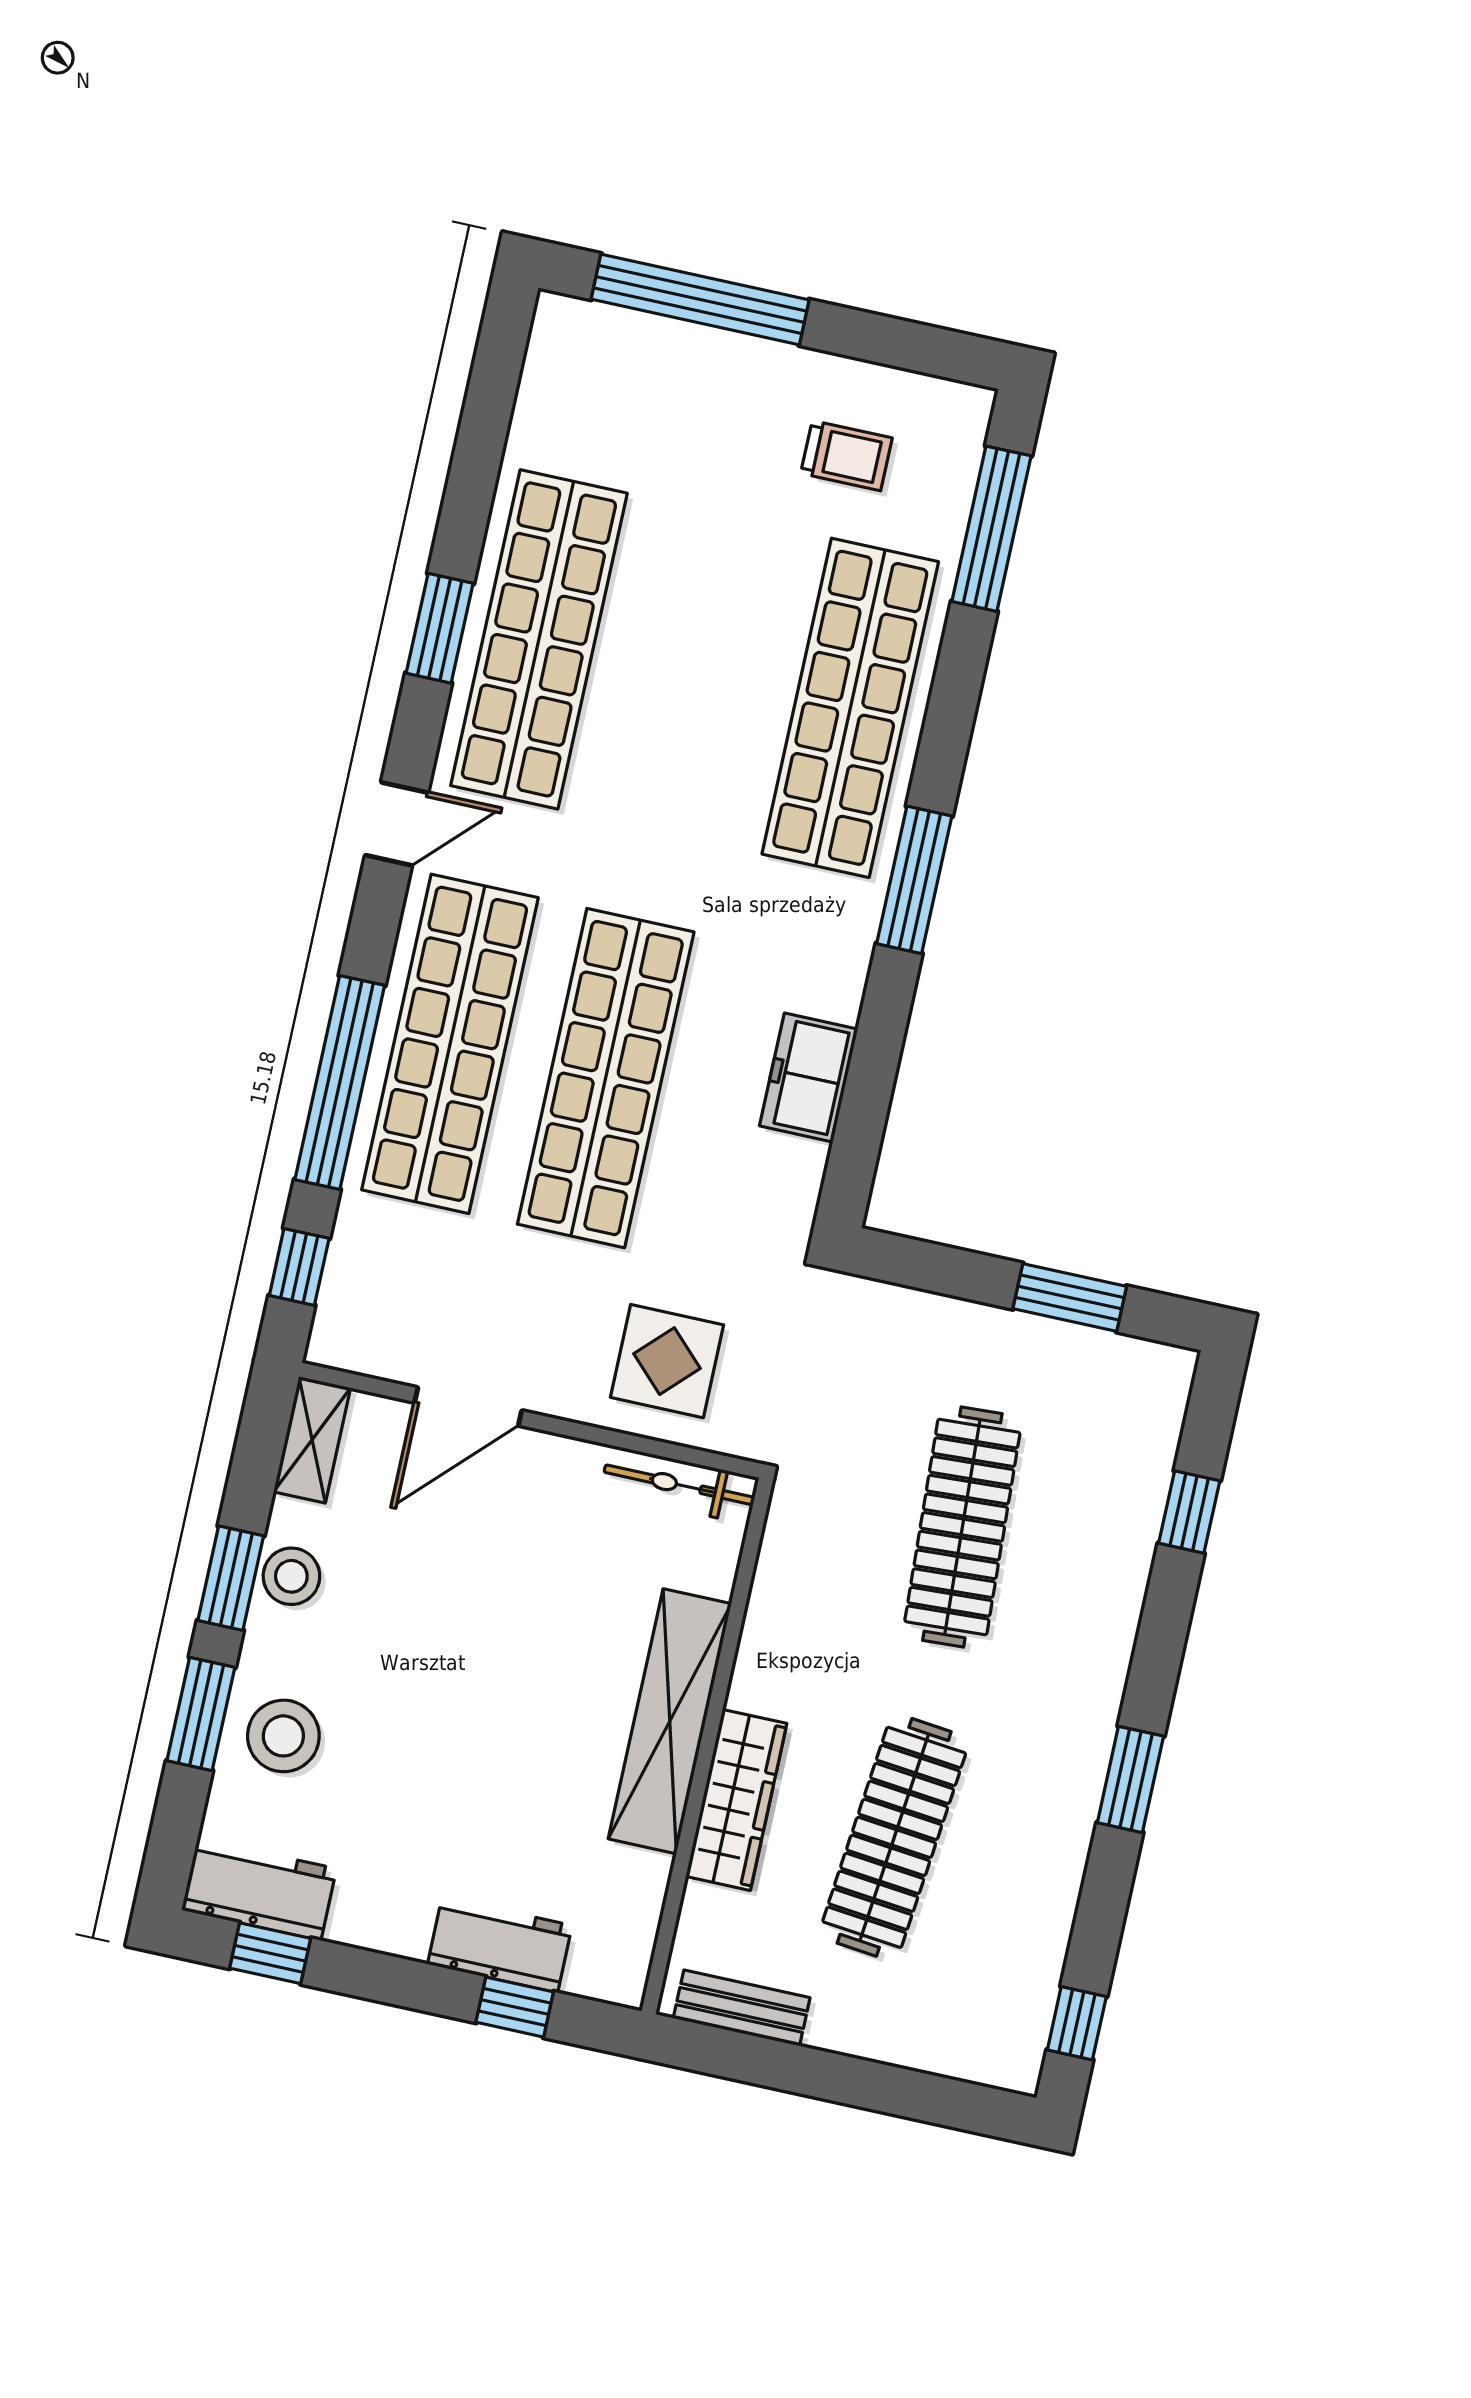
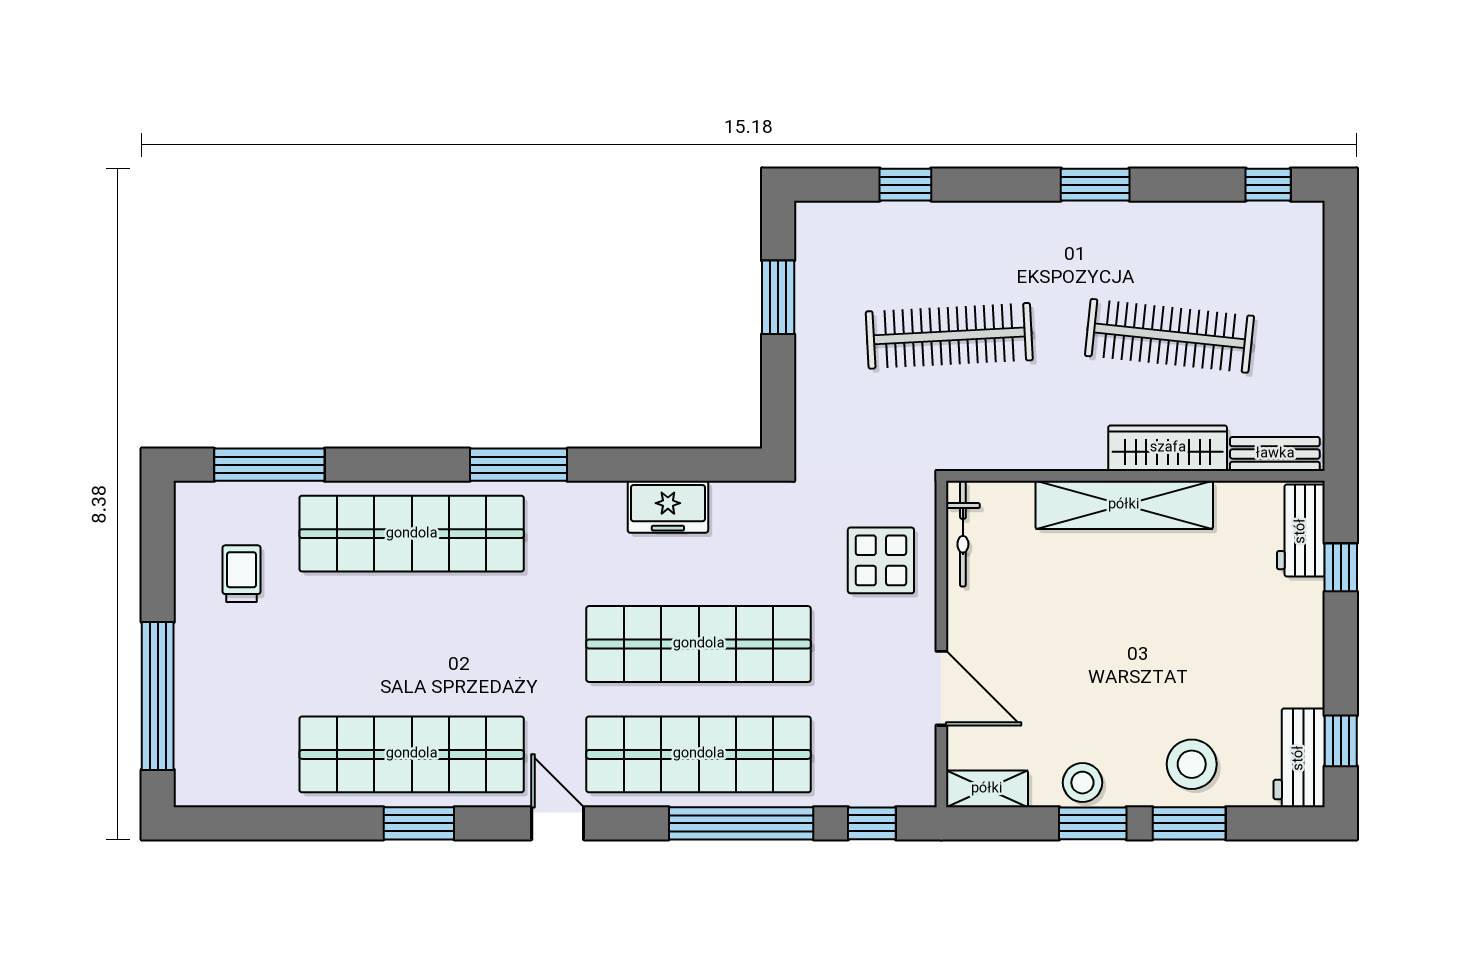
workbench: (500, 1945) -> (1301, 531), moved
bench: (742, 2008) -> (1275, 454), moved, turned 90

